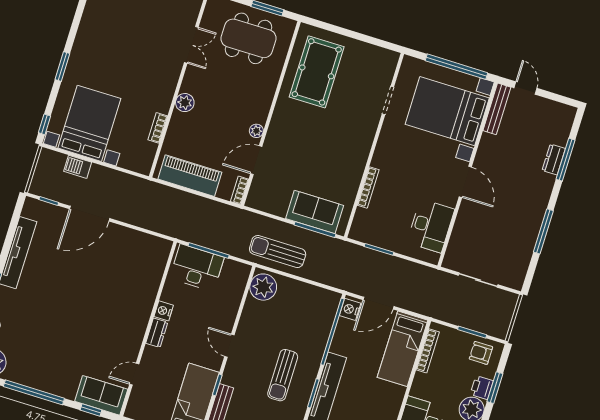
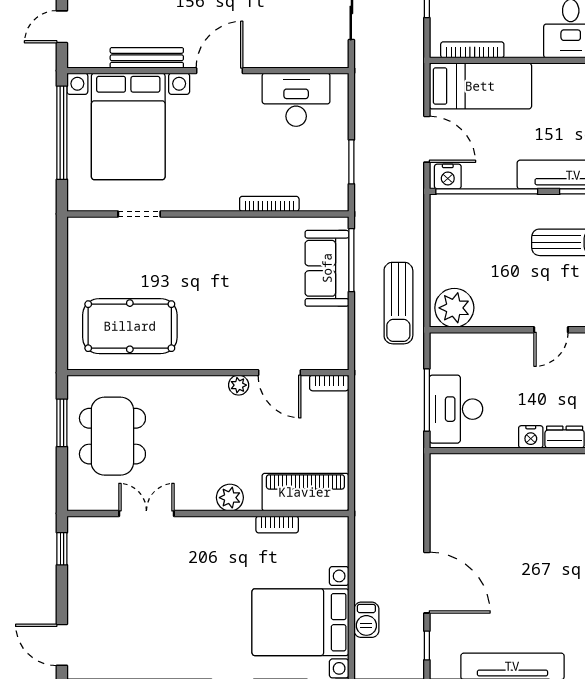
bench: (497, 109) -> (147, 58), moved
piano: (190, 176) -> (305, 492), moved, turned 90

